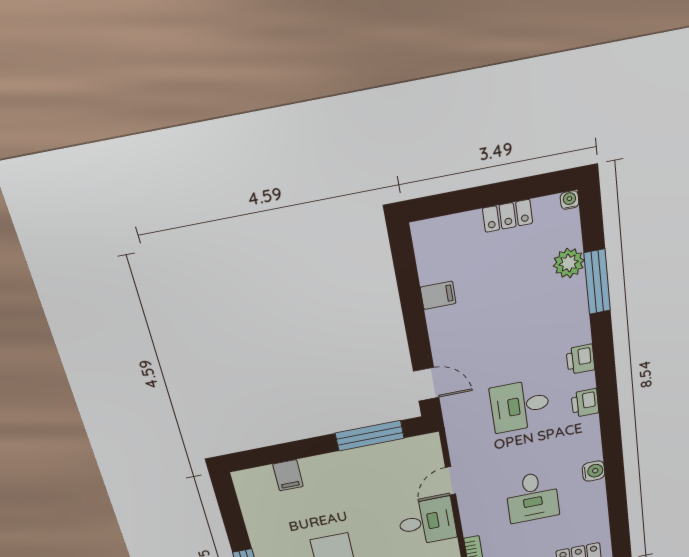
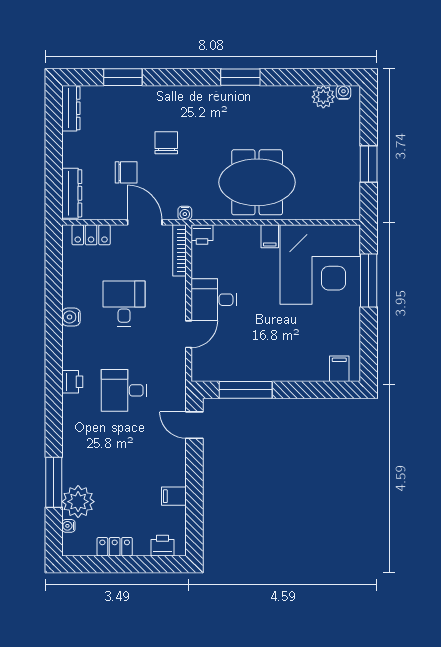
water cooler: (570, 200) -> (68, 526), moved, turned 90
plant: (569, 263) -> (78, 502), width x1.36, depth x1.36
printer: (580, 359) -> (162, 546), moved, turned -90
desk: (520, 406) -> (124, 390), turned 180
filing cabinet: (288, 475) -> (339, 369), moved

